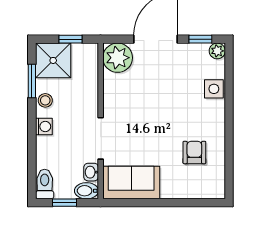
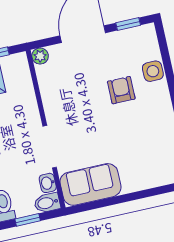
plant: (217, 51) -> (148, 32), removed
plant: (118, 58) -> (40, 56), width x0.53, depth x0.53
armchair: (194, 152) -> (121, 90), moved

